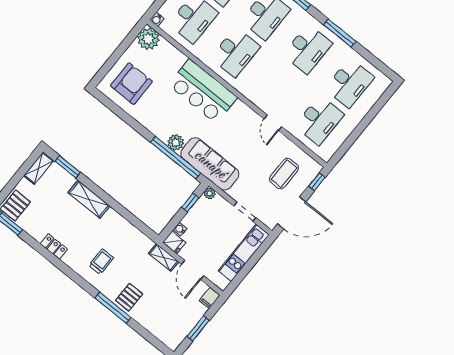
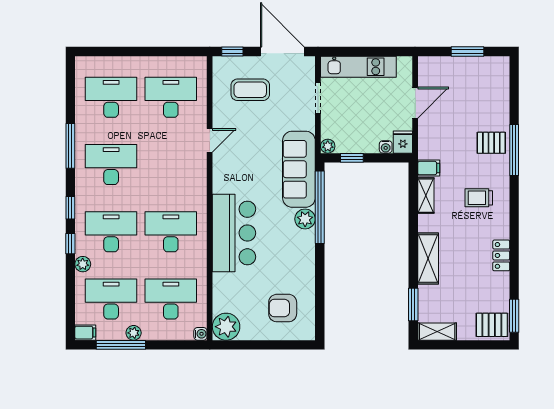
armchair: (131, 84) -> (283, 308), width x0.73, depth x0.73
shelving: (164, 258) -> (426, 196), moved
filing cabinet: (210, 298) -> (429, 168), moved

